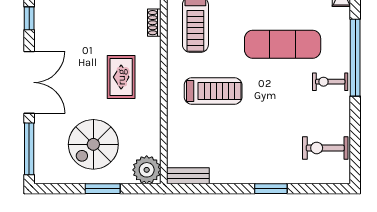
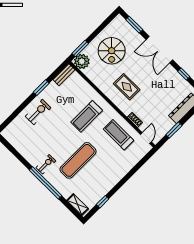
spiral stairs: (93, 144) -> (112, 51), turned 180
exercise bike: (325, 148) -> (38, 112), moved
window: (29, 149) -> (134, 25), width x0.69
window: (103, 189) -> (80, 49), moved
window: (271, 189) -> (41, 88), moved

